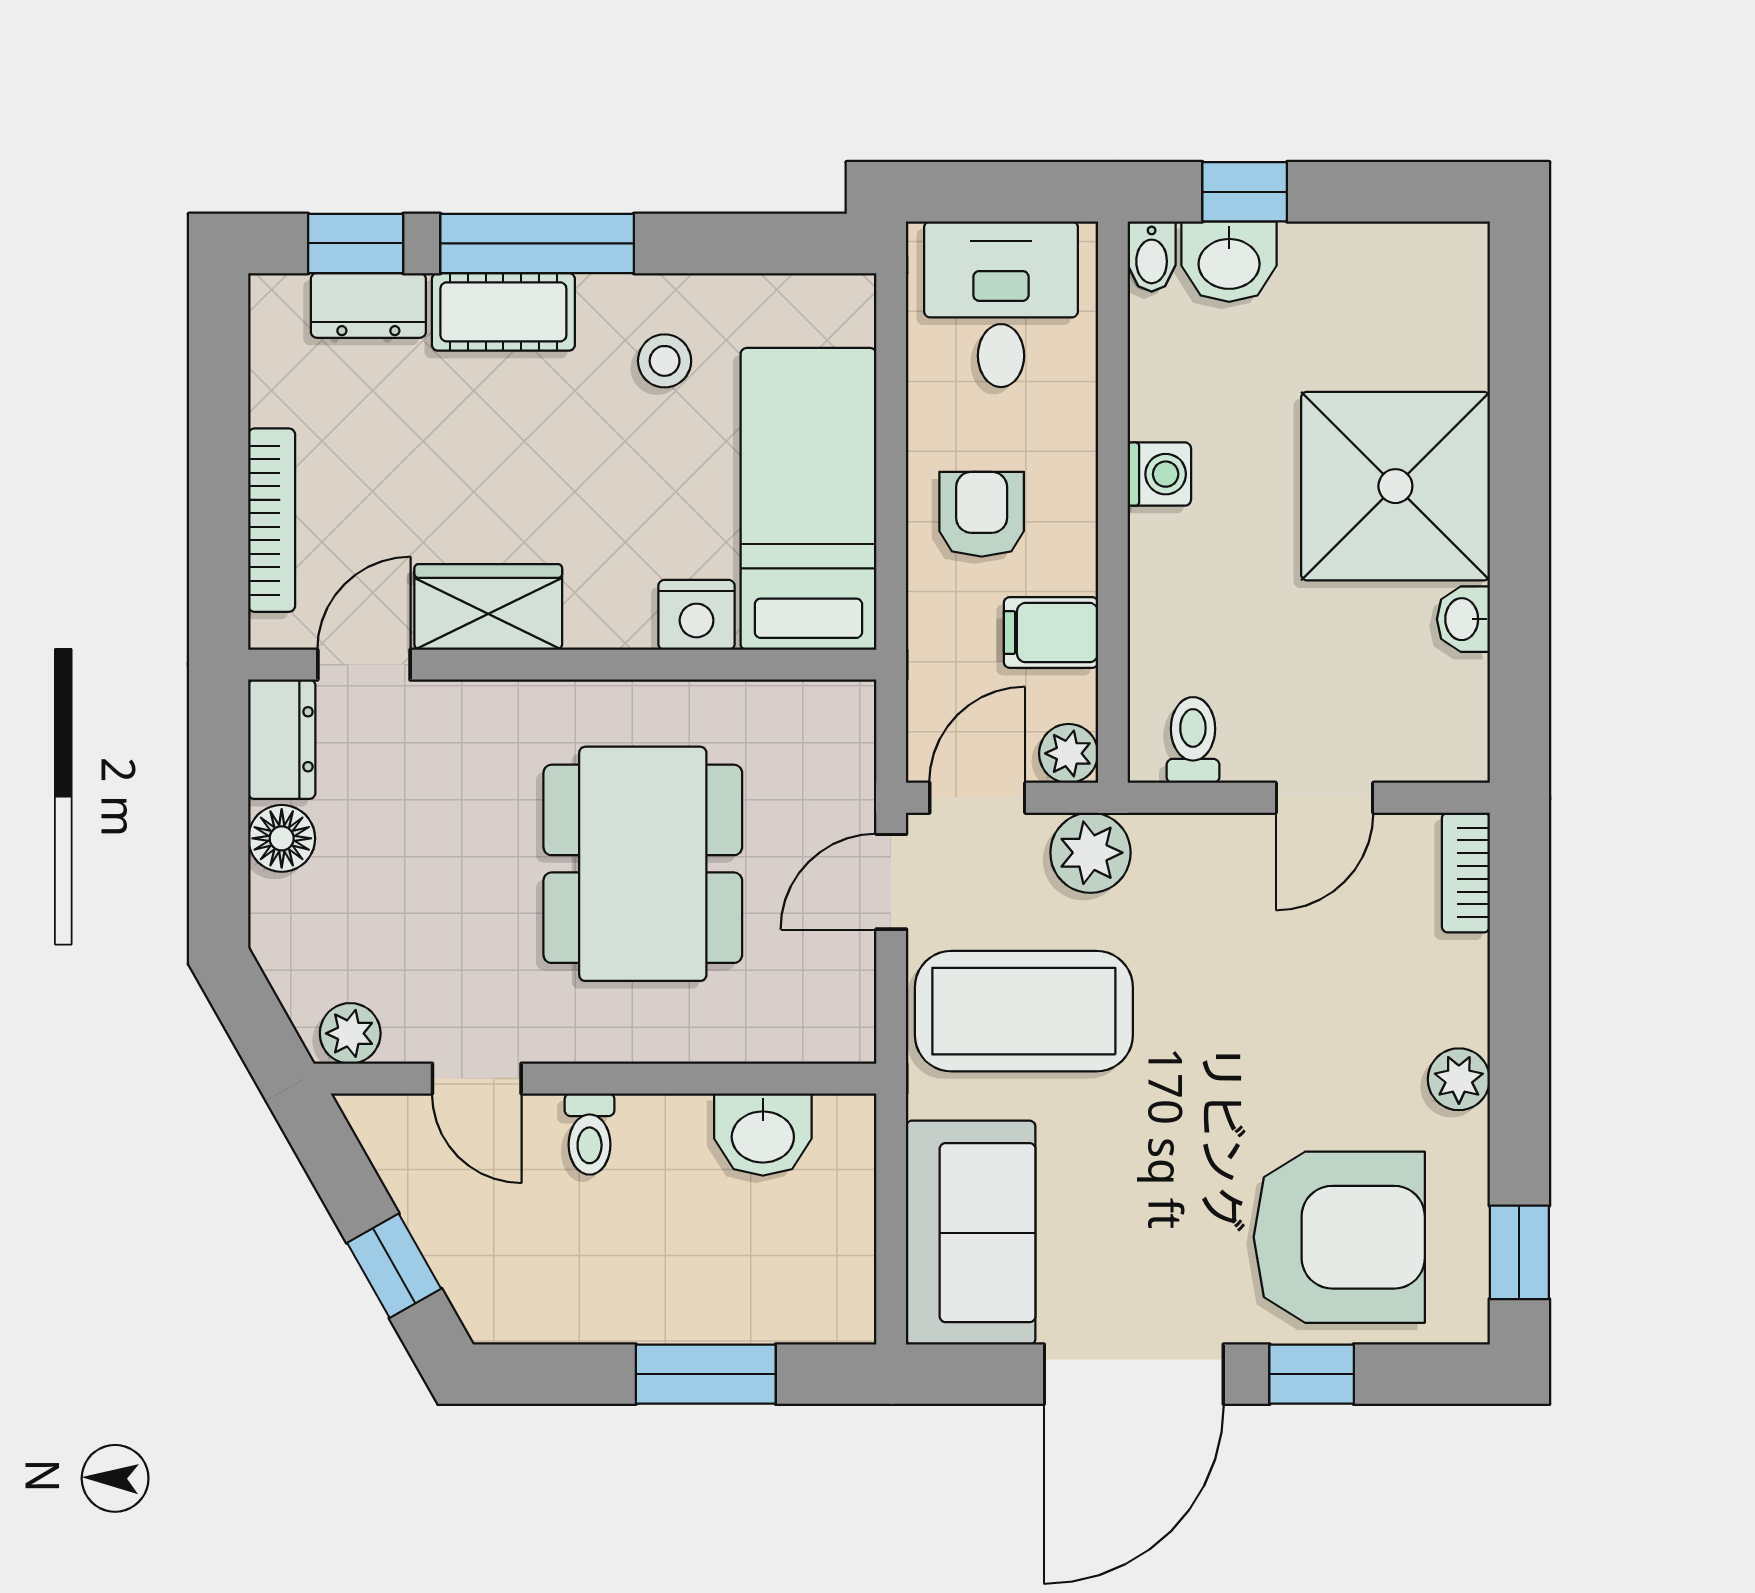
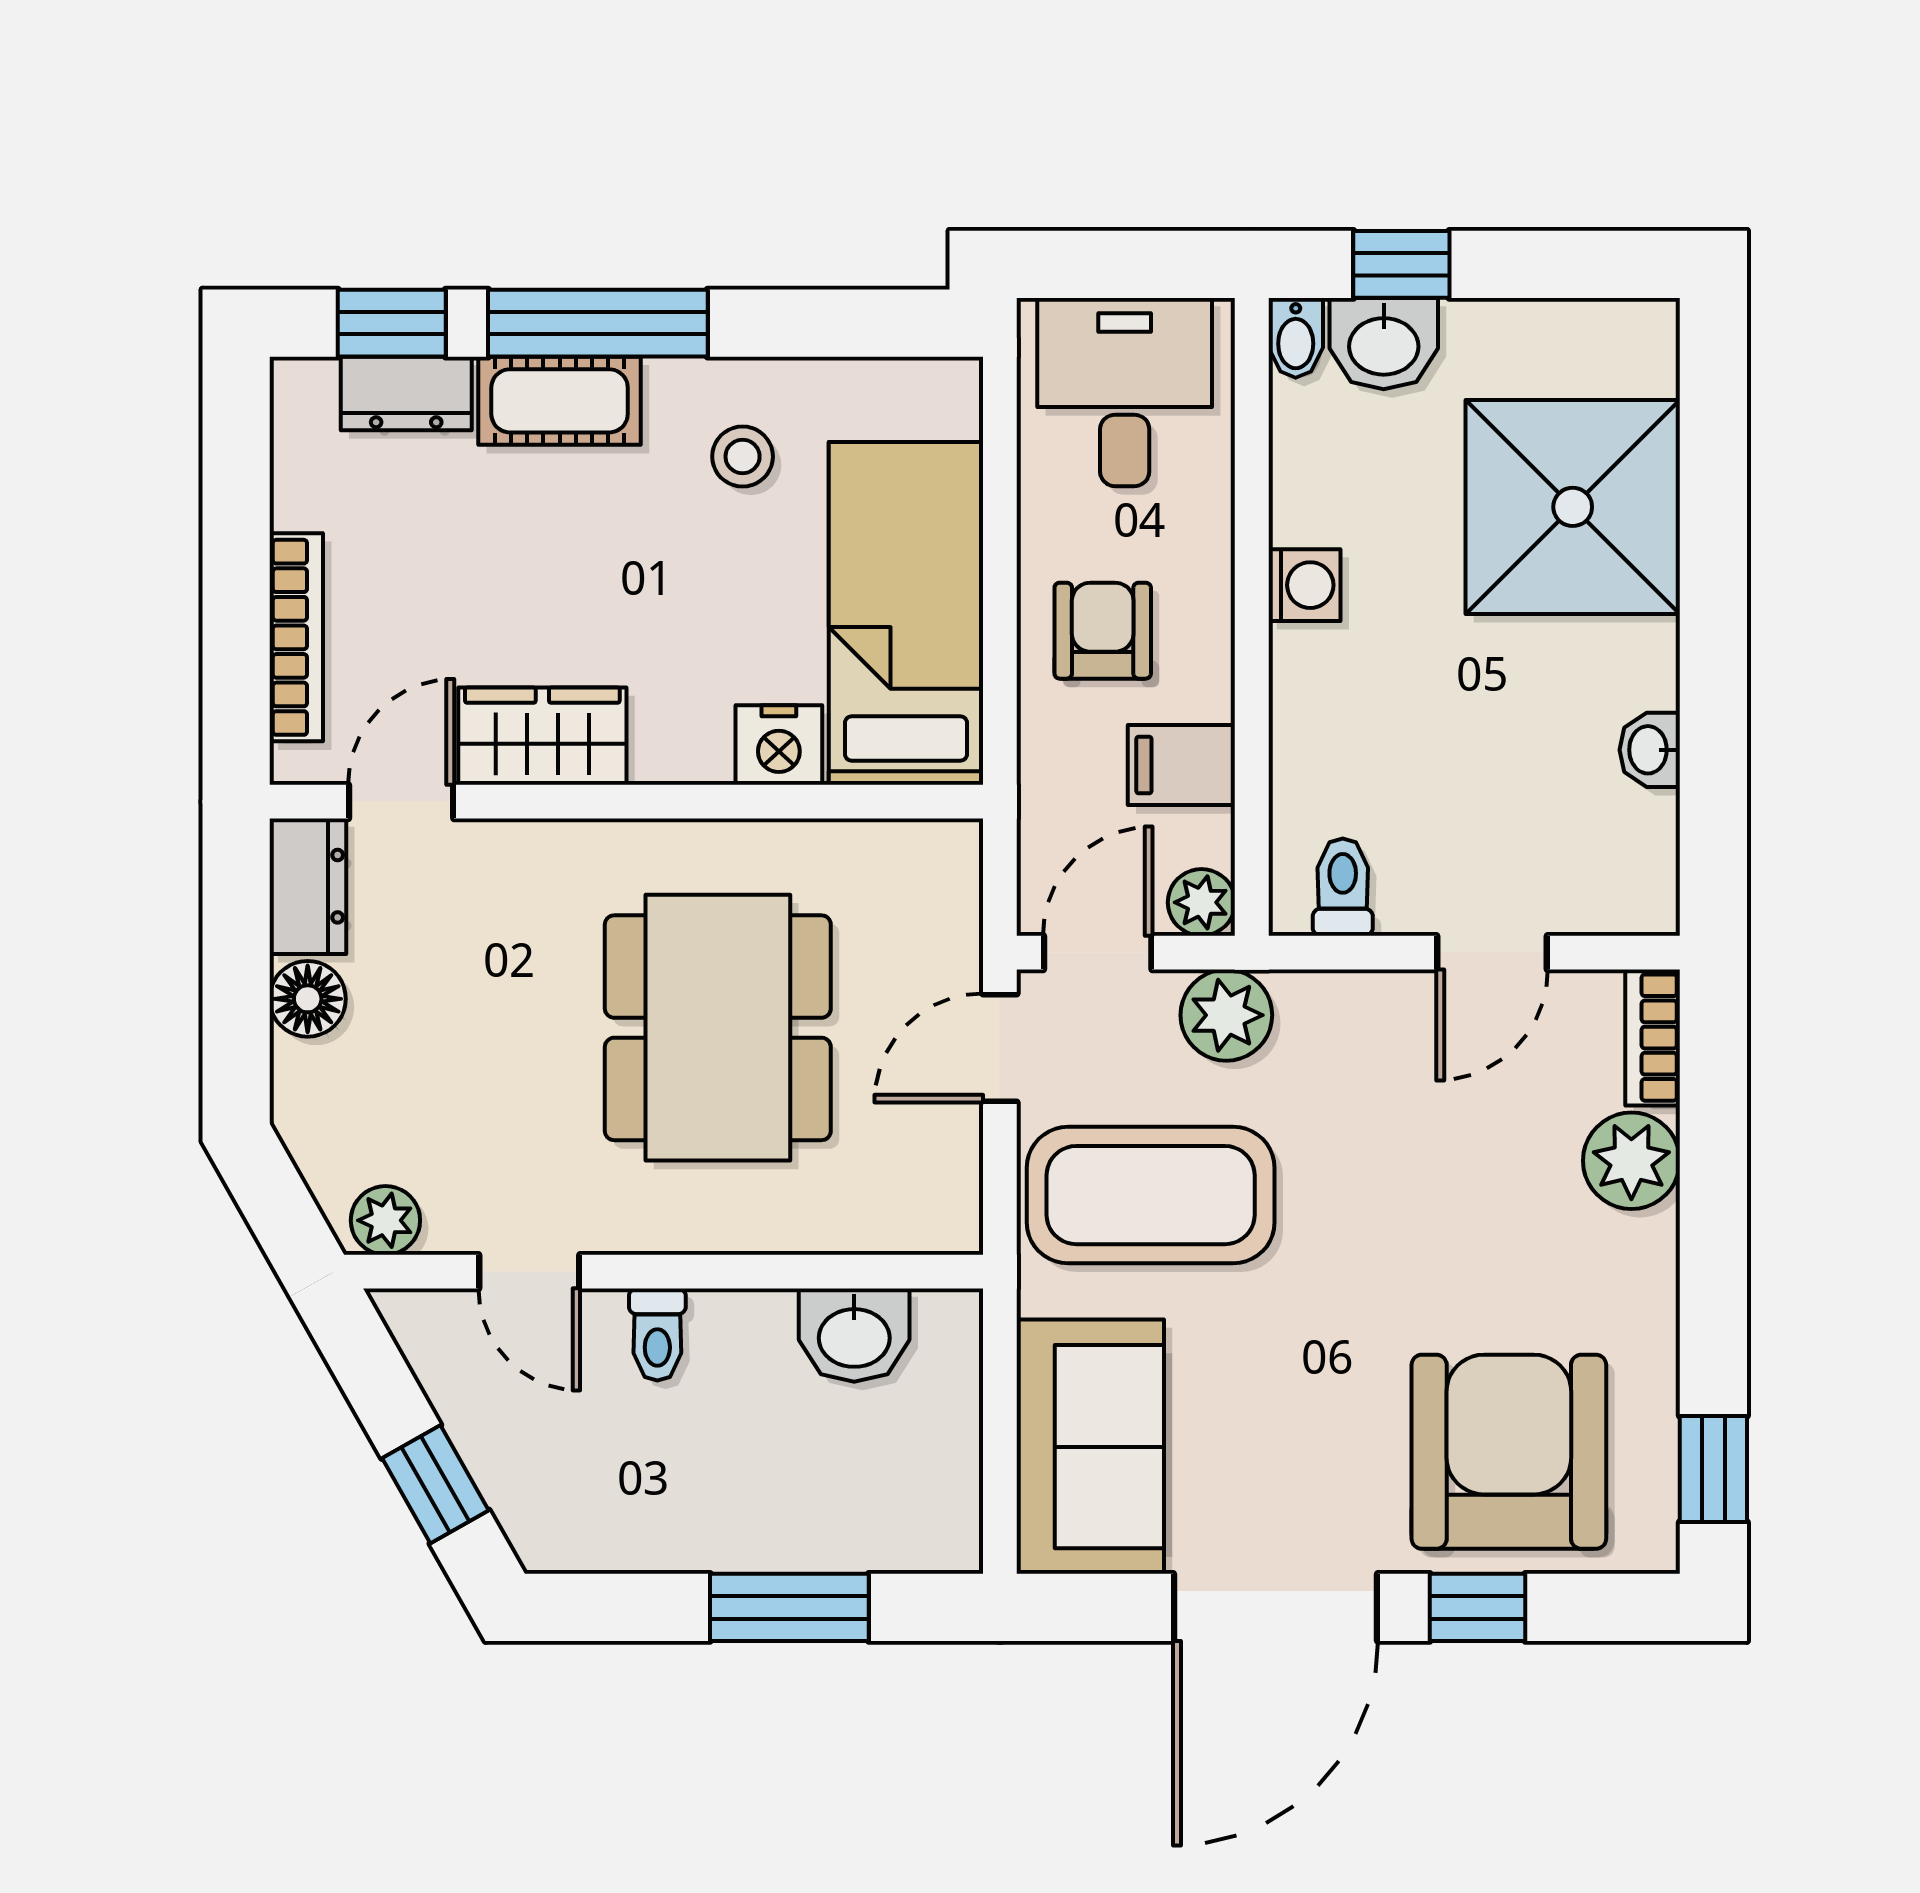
shower: (1395, 486) -> (1573, 507), moved
plant: (1459, 1079) -> (1631, 1161), moved, width x1.38, depth x1.38
armchair: (1339, 1237) -> (1509, 1452), turned -90

